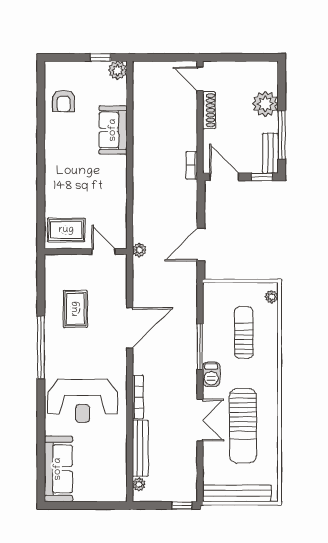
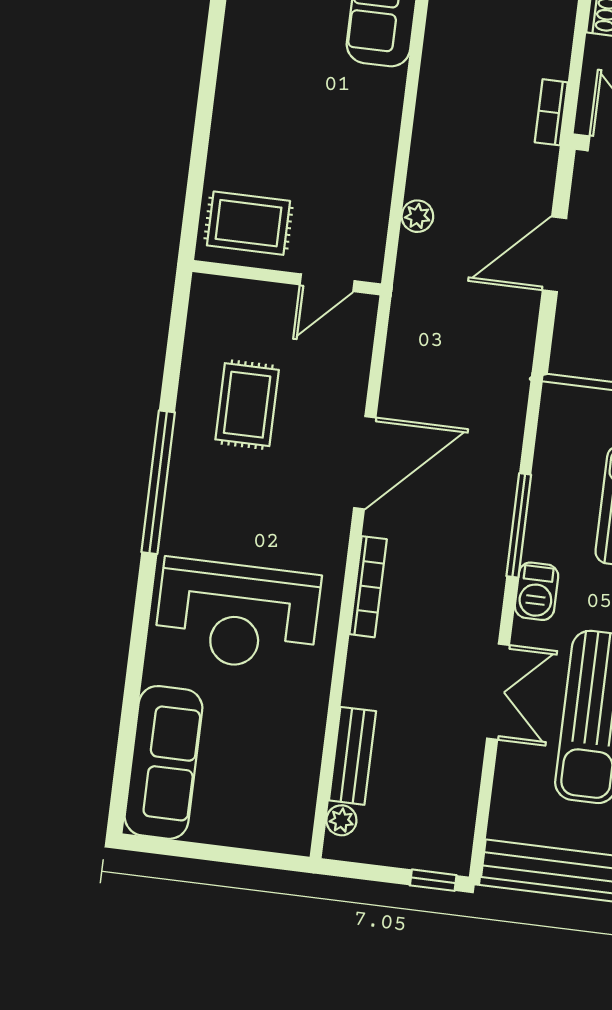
door: (201, 245) -> (554, 254), moved
plant: (139, 250) -> (417, 216), moved
door: (104, 252) -> (327, 283), swing flipped
bookcase: (138, 397) -> (368, 587), moved
bench: (140, 448) -> (352, 756), width x0.73

